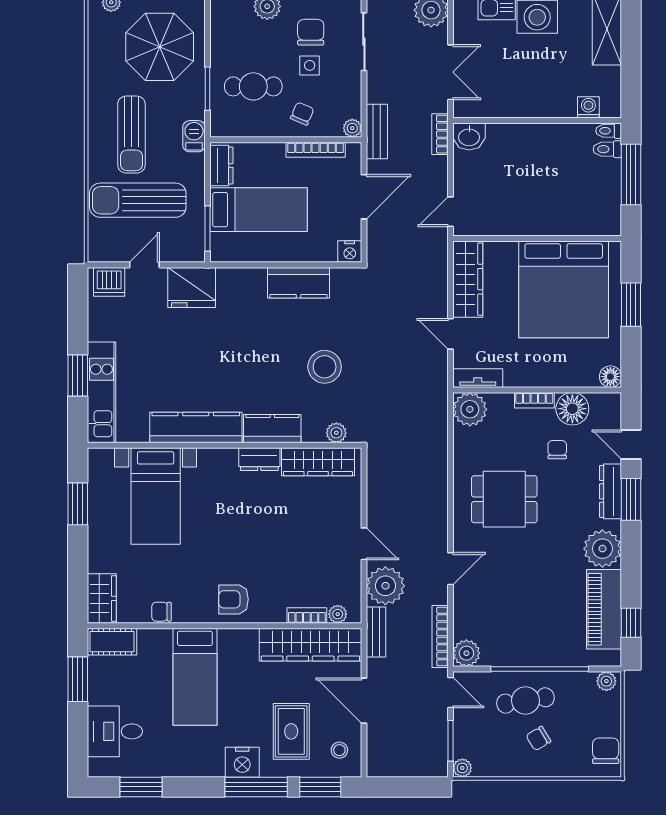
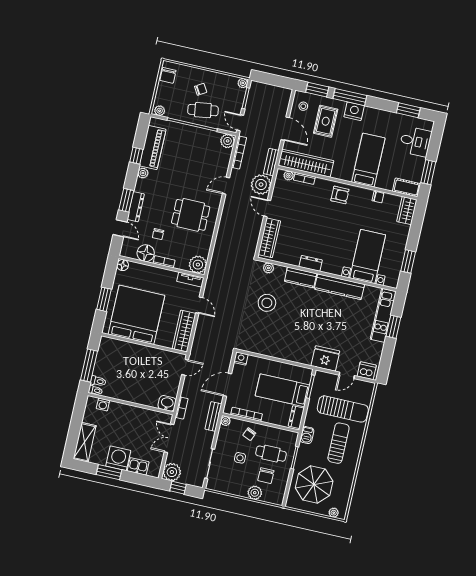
chair: (311, 32) -> (266, 476), moved
kitchen counter: (299, 283) -> (270, 349), removed
wardrobe: (318, 462) -> (269, 238), moved, turned 90
plant: (602, 549) -> (143, 173), width x0.53, depth x0.53
window: (631, 623) -> (136, 156), moved

